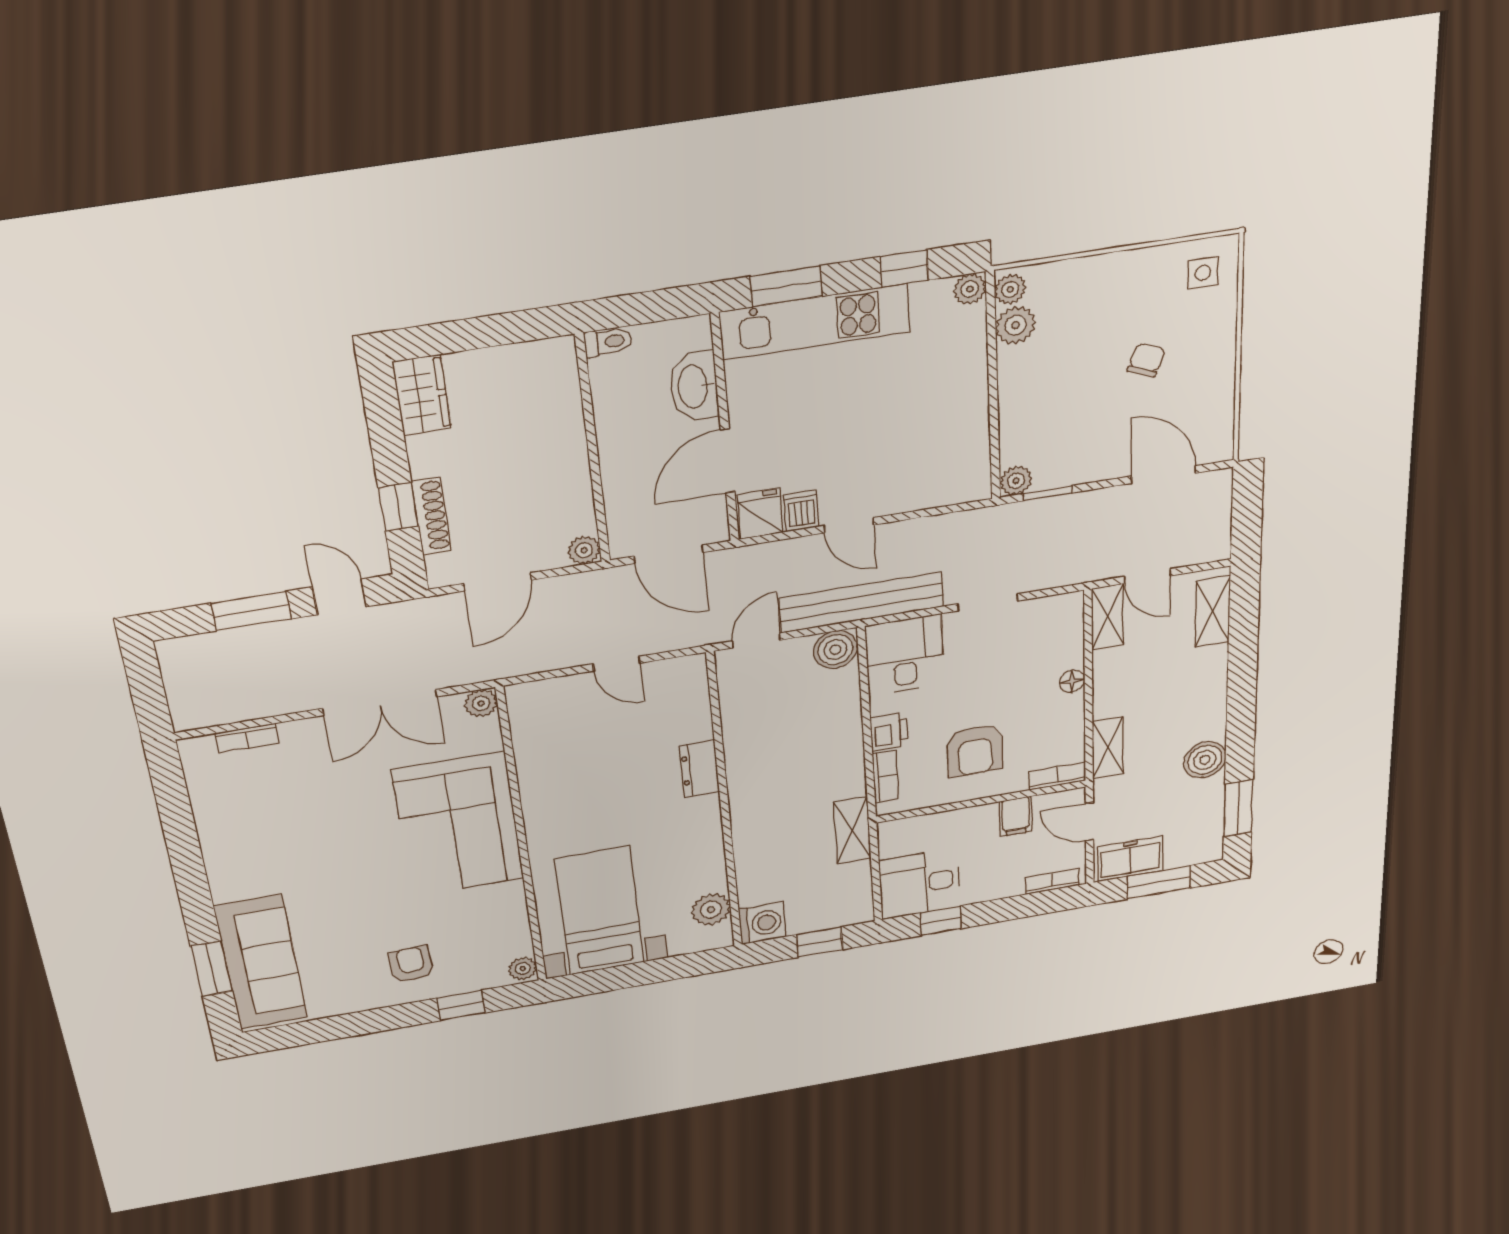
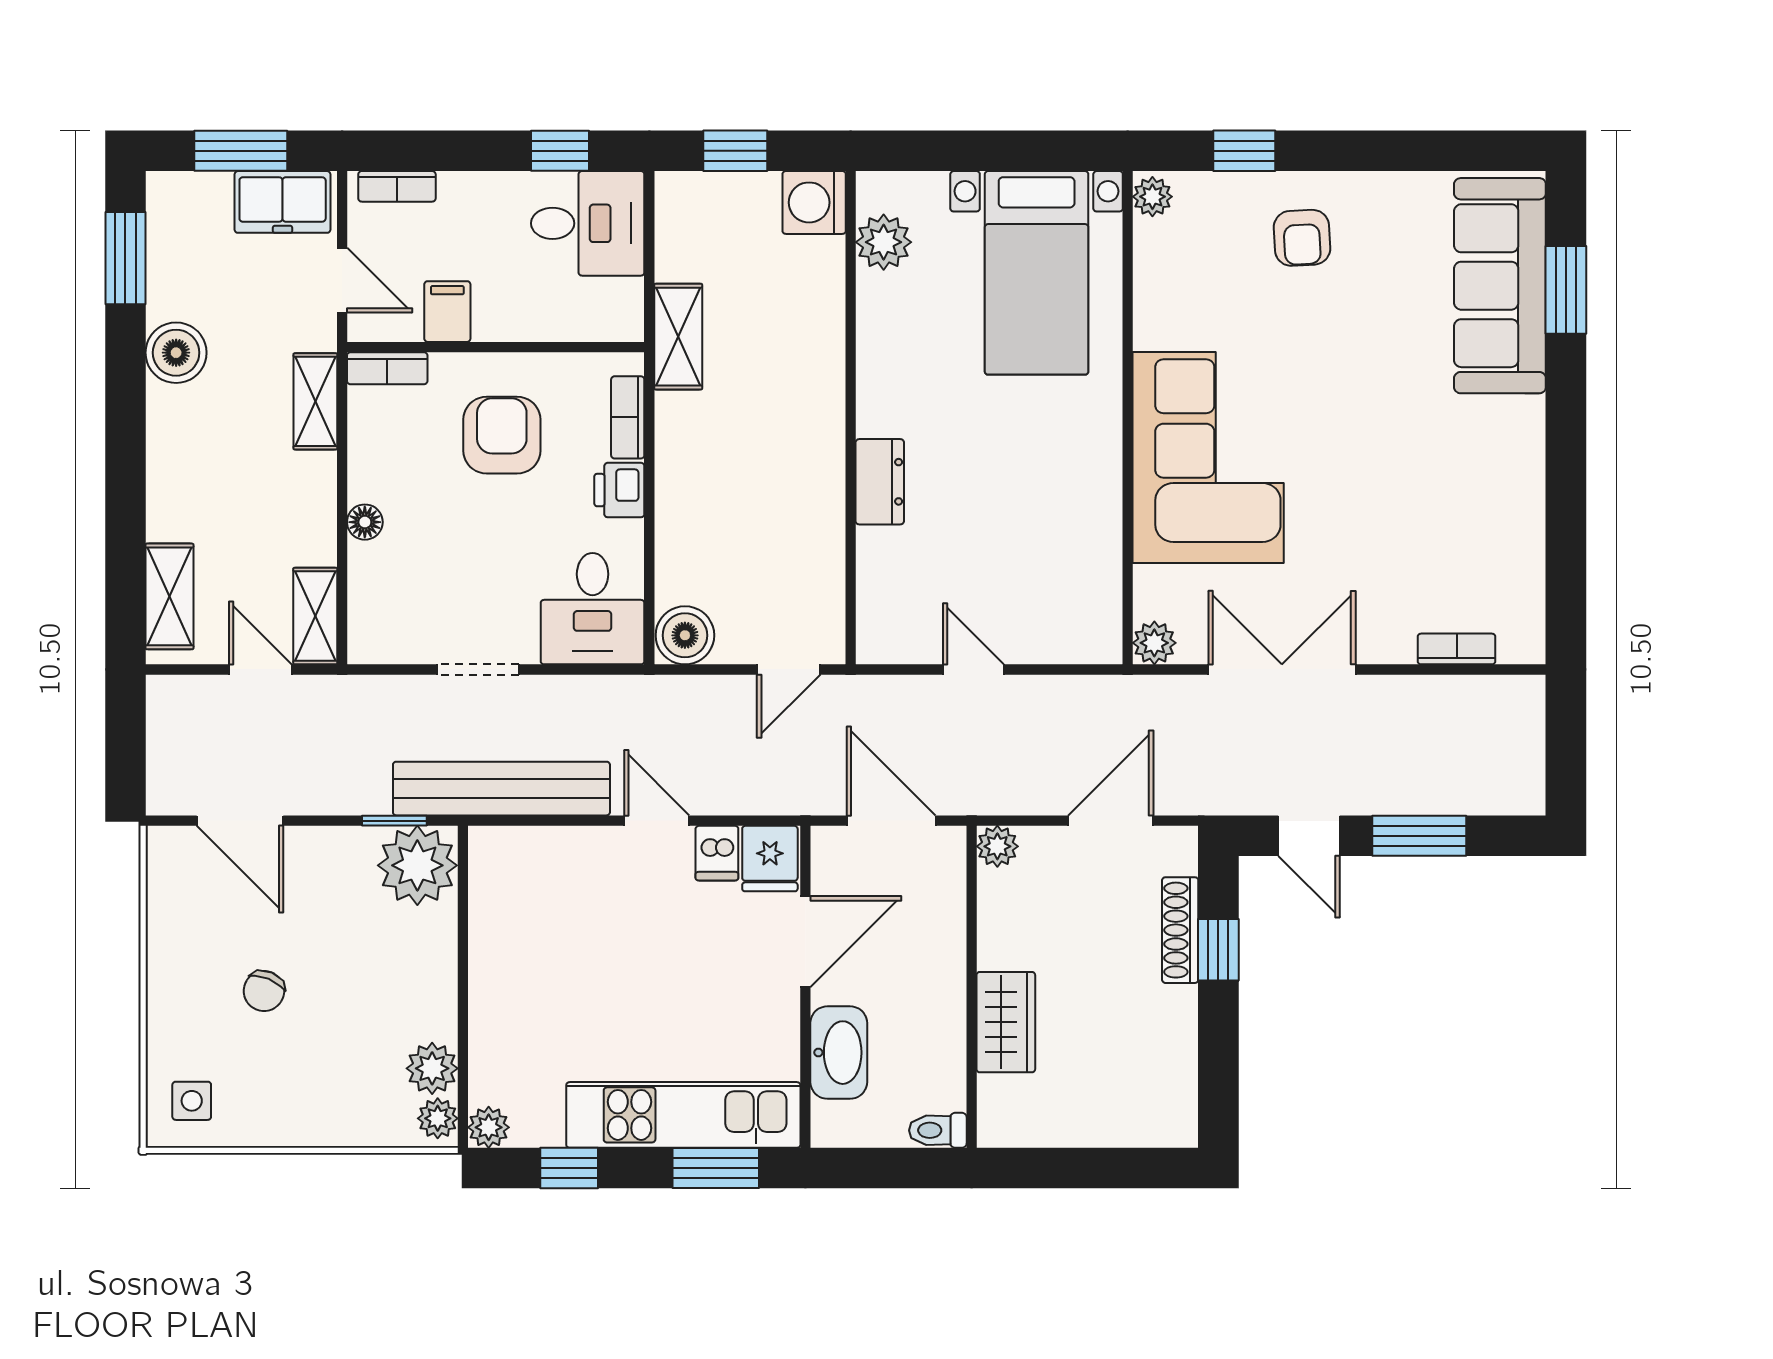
wardrobe: (422, 395) -> (1006, 1022), moved, turned 180
plant: (1016, 481) -> (417, 865), width x1.88, depth x1.88
bench: (861, 602) -> (501, 789), moved

